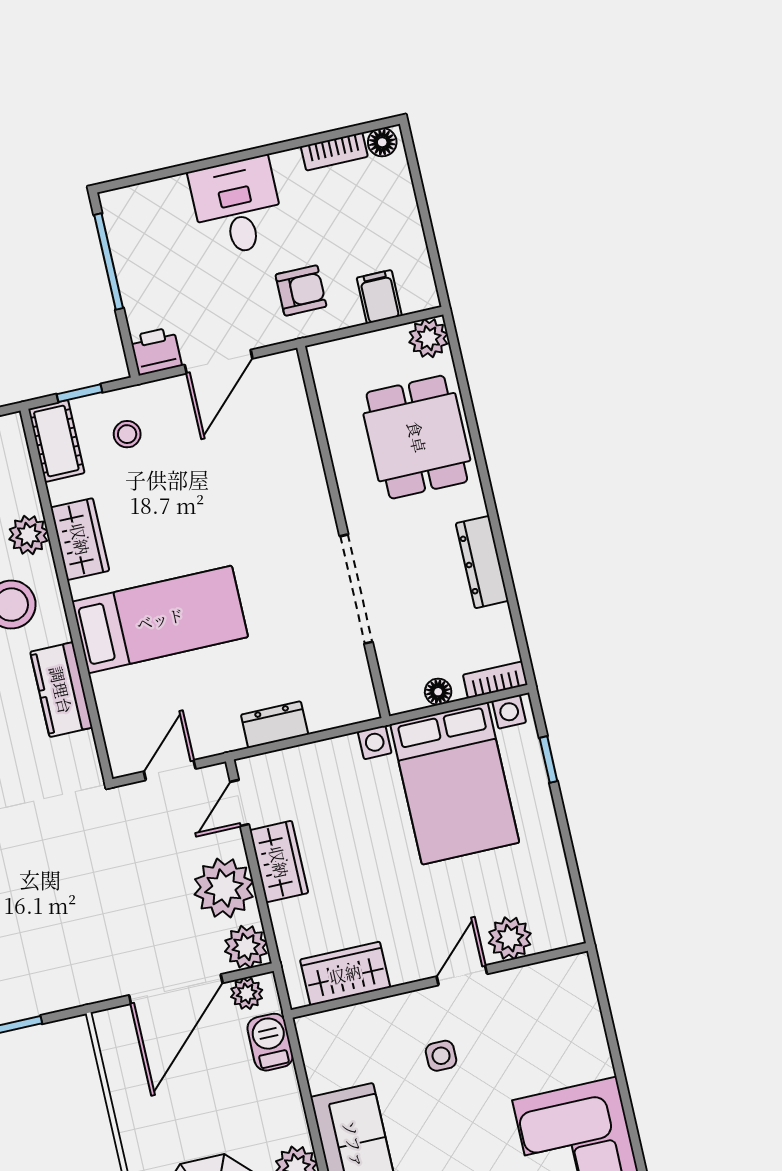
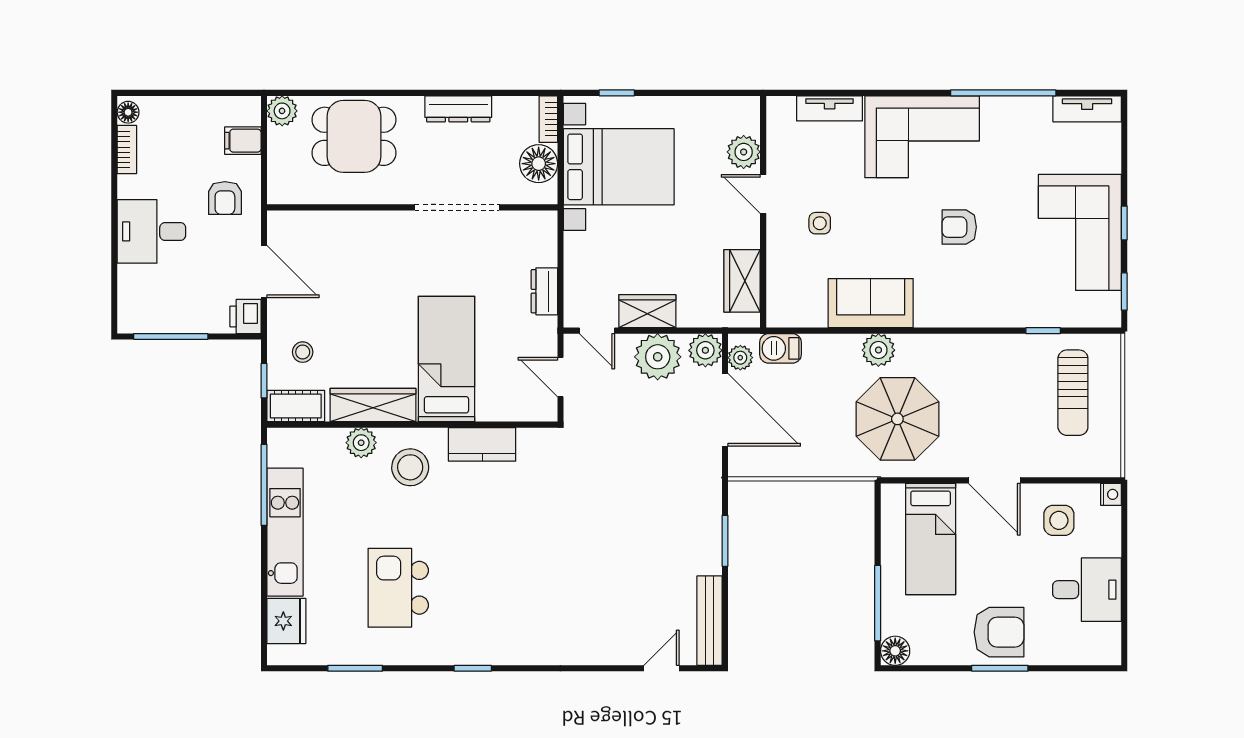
armchair: (301, 290) -> (225, 198), turned 180
wardrobe: (80, 539) -> (373, 405), width x1.50
floor lamp: (438, 692) -> (539, 164), width x1.89, depth x1.89
tv unit: (590, 1035) -> (830, 108), added

